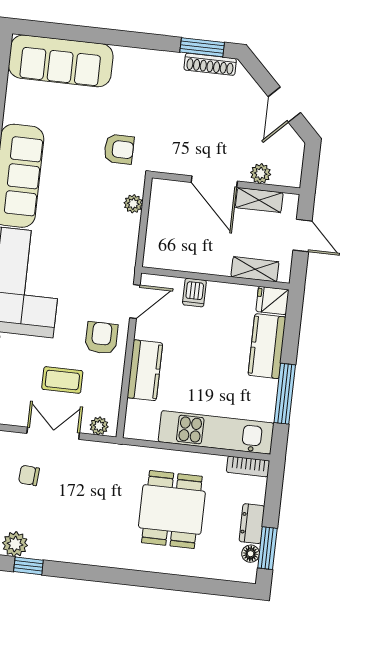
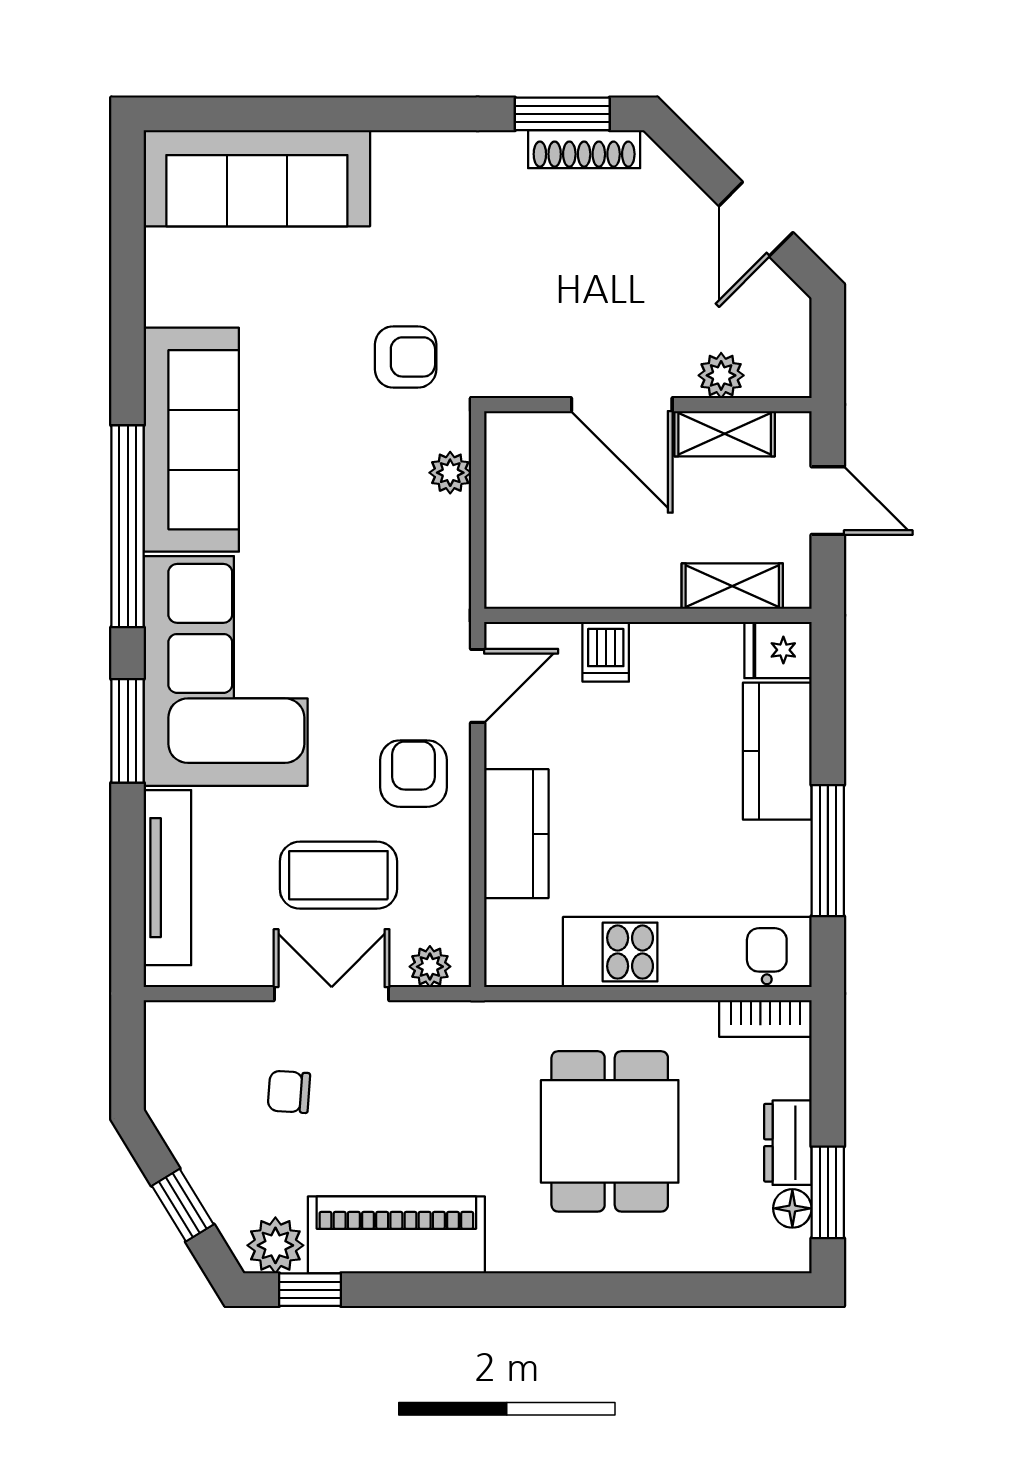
coffee table: (62, 380) -> (338, 875), width x1.36, depth x1.30
piano: (70, 546) -> (396, 1235), added

